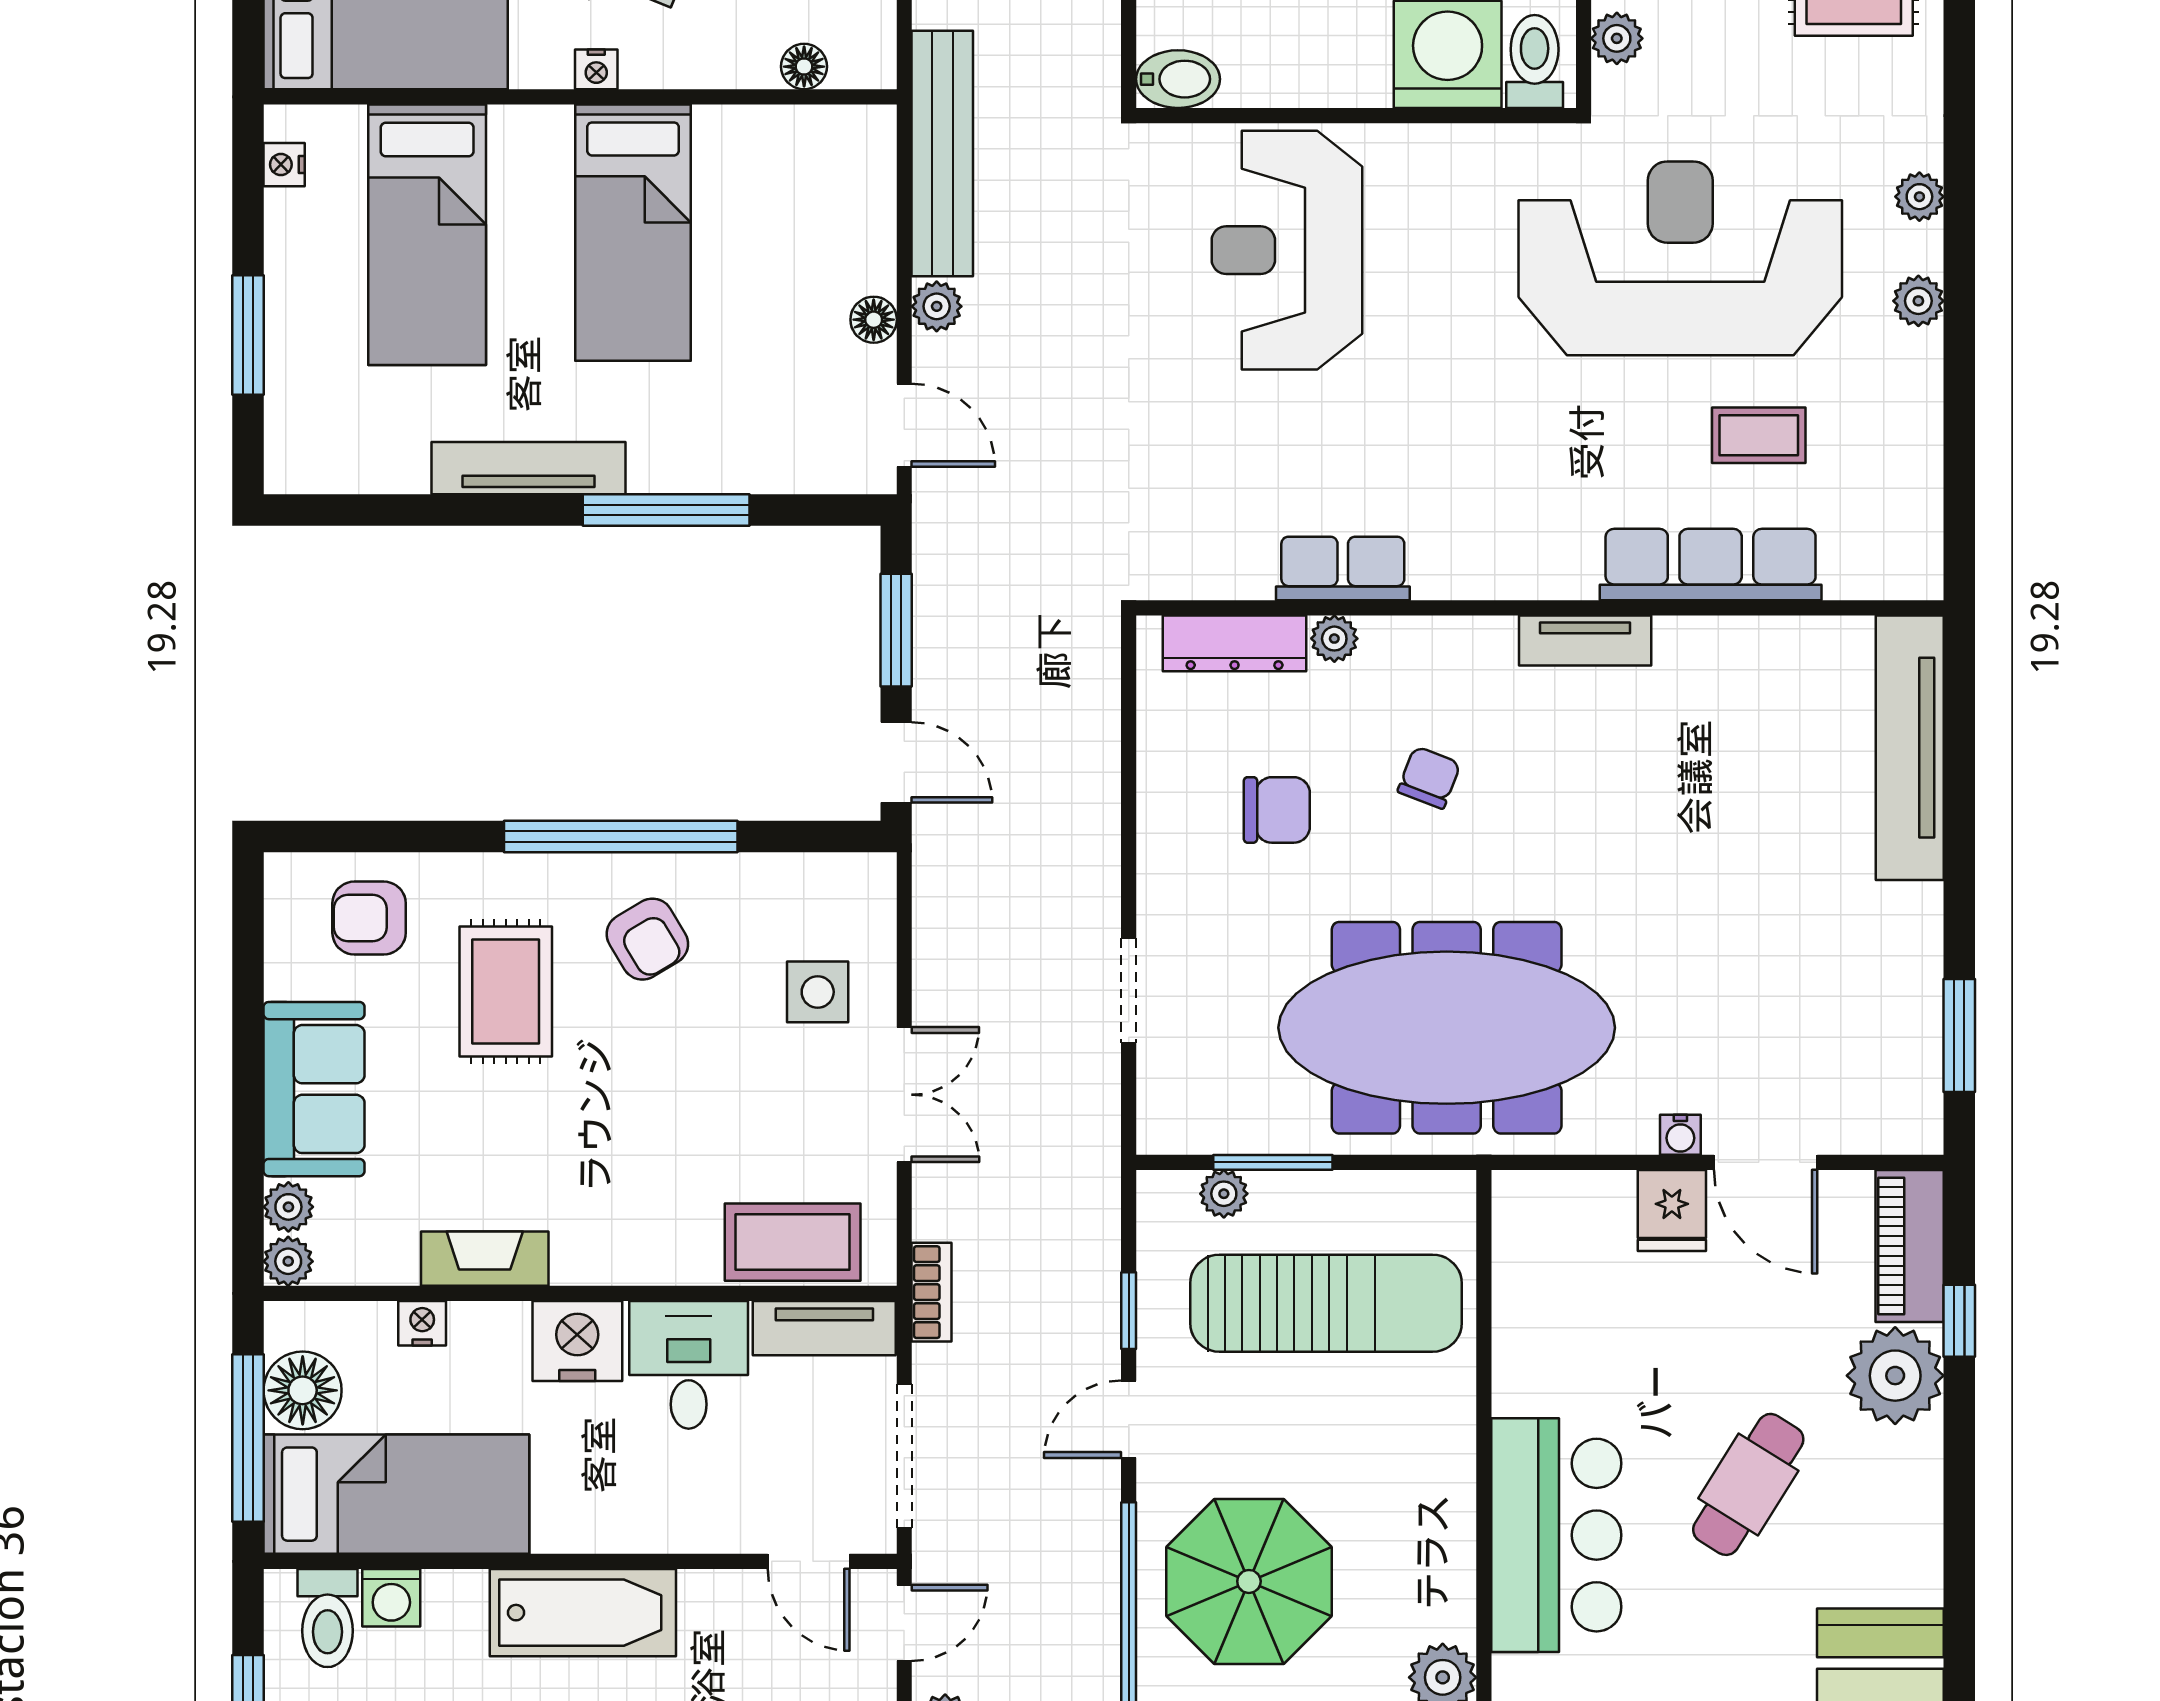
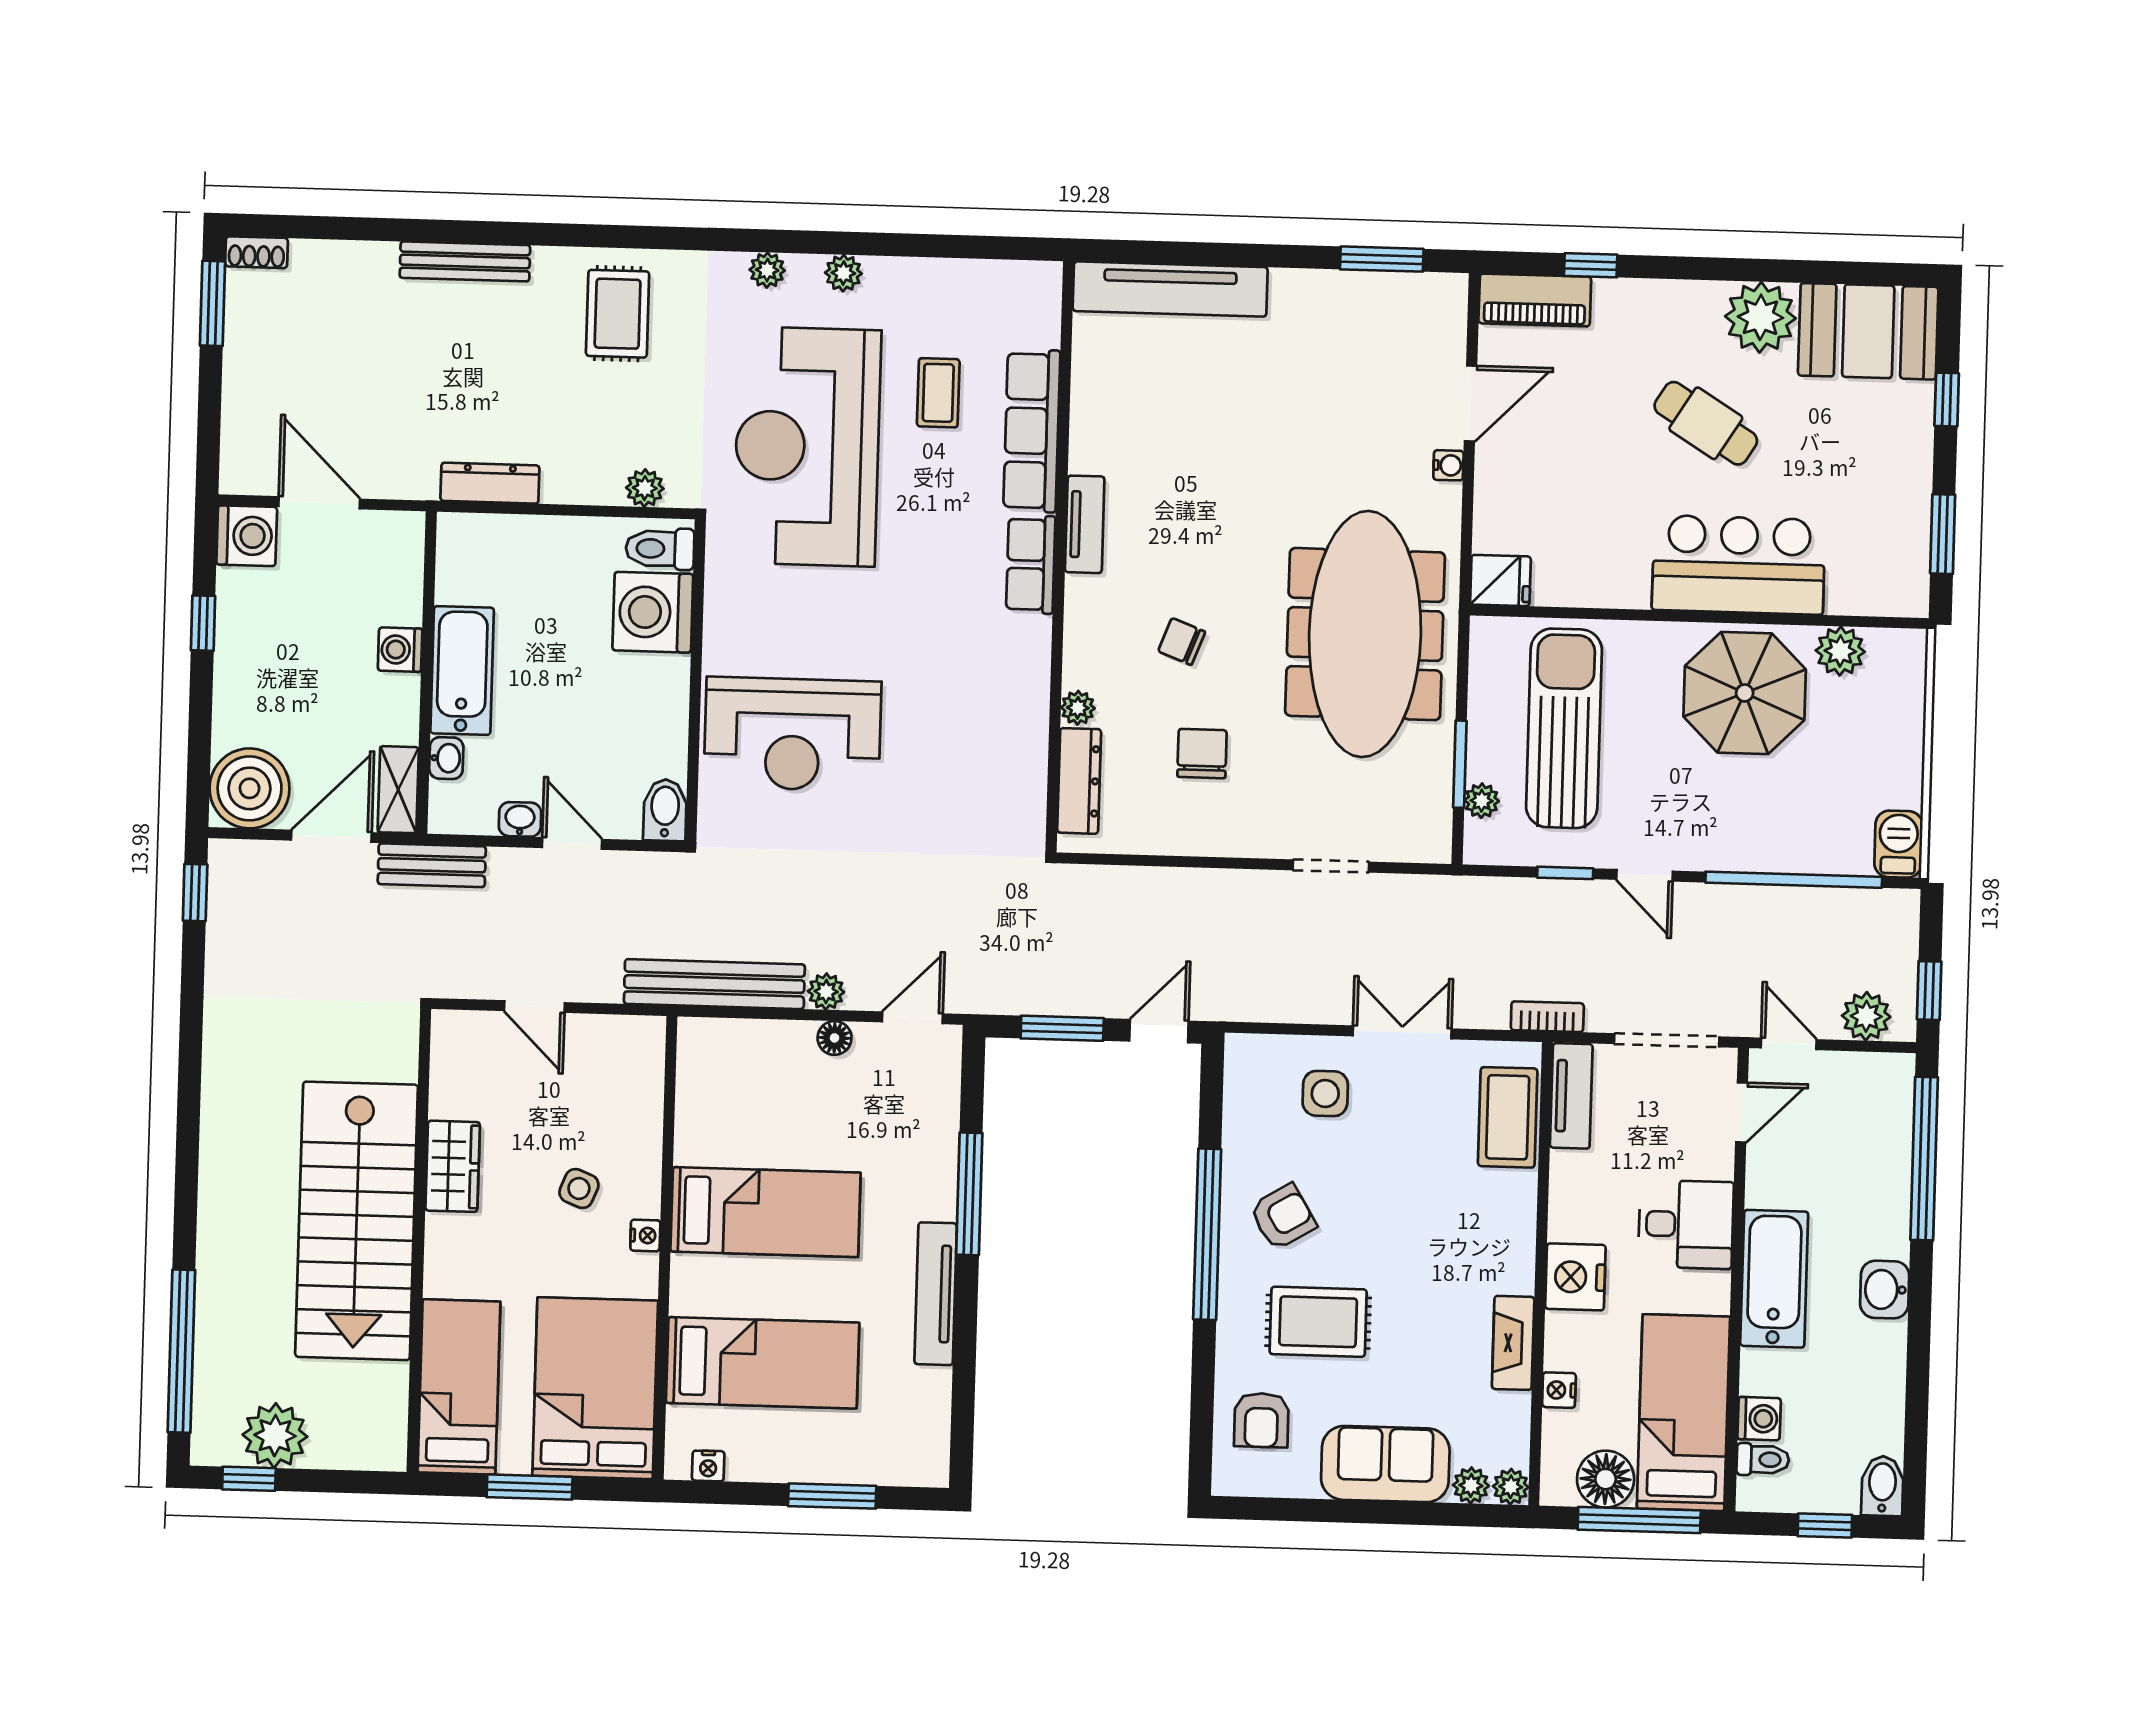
floor lamp: (804, 67) -> (648, 1083), removed
row of seats: (1343, 568) -> (1031, 564), moved
fridge: (1672, 1210) -> (1500, 580), moved
desk: (689, 1365) -> (1686, 1224), moved, turned 180
plant: (1895, 1376) -> (1760, 317), moved
parasol: (1249, 1581) -> (1745, 693), moved
toilet: (328, 1618) -> (1763, 1460), width x0.73, depth x0.72

